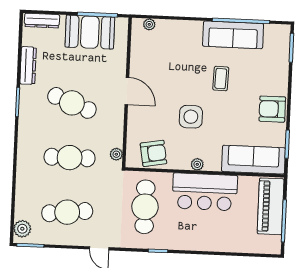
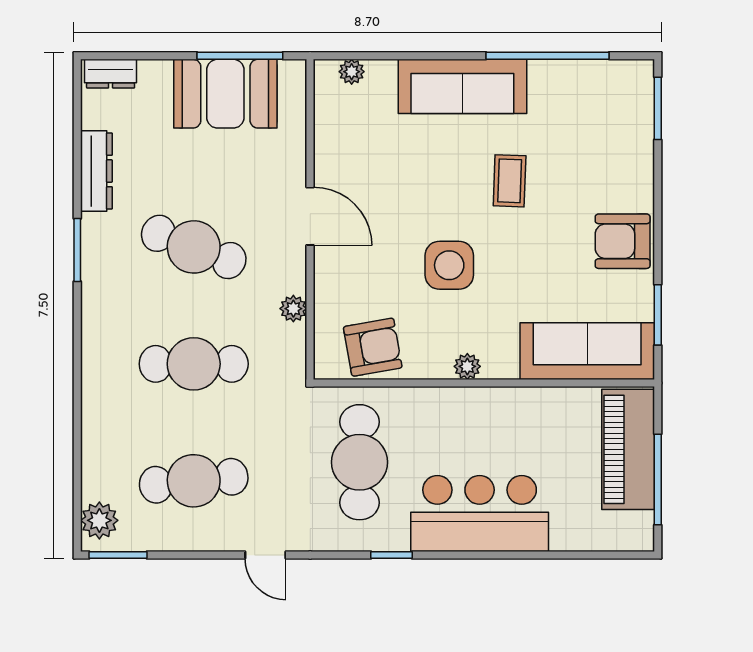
dresser: (42, 21) -> (111, 74), width x0.70
sofa: (233, 35) -> (462, 86), moved
plant: (116, 154) -> (293, 309), moved
bar counter: (205, 192) -> (480, 514), moved, turned 180

